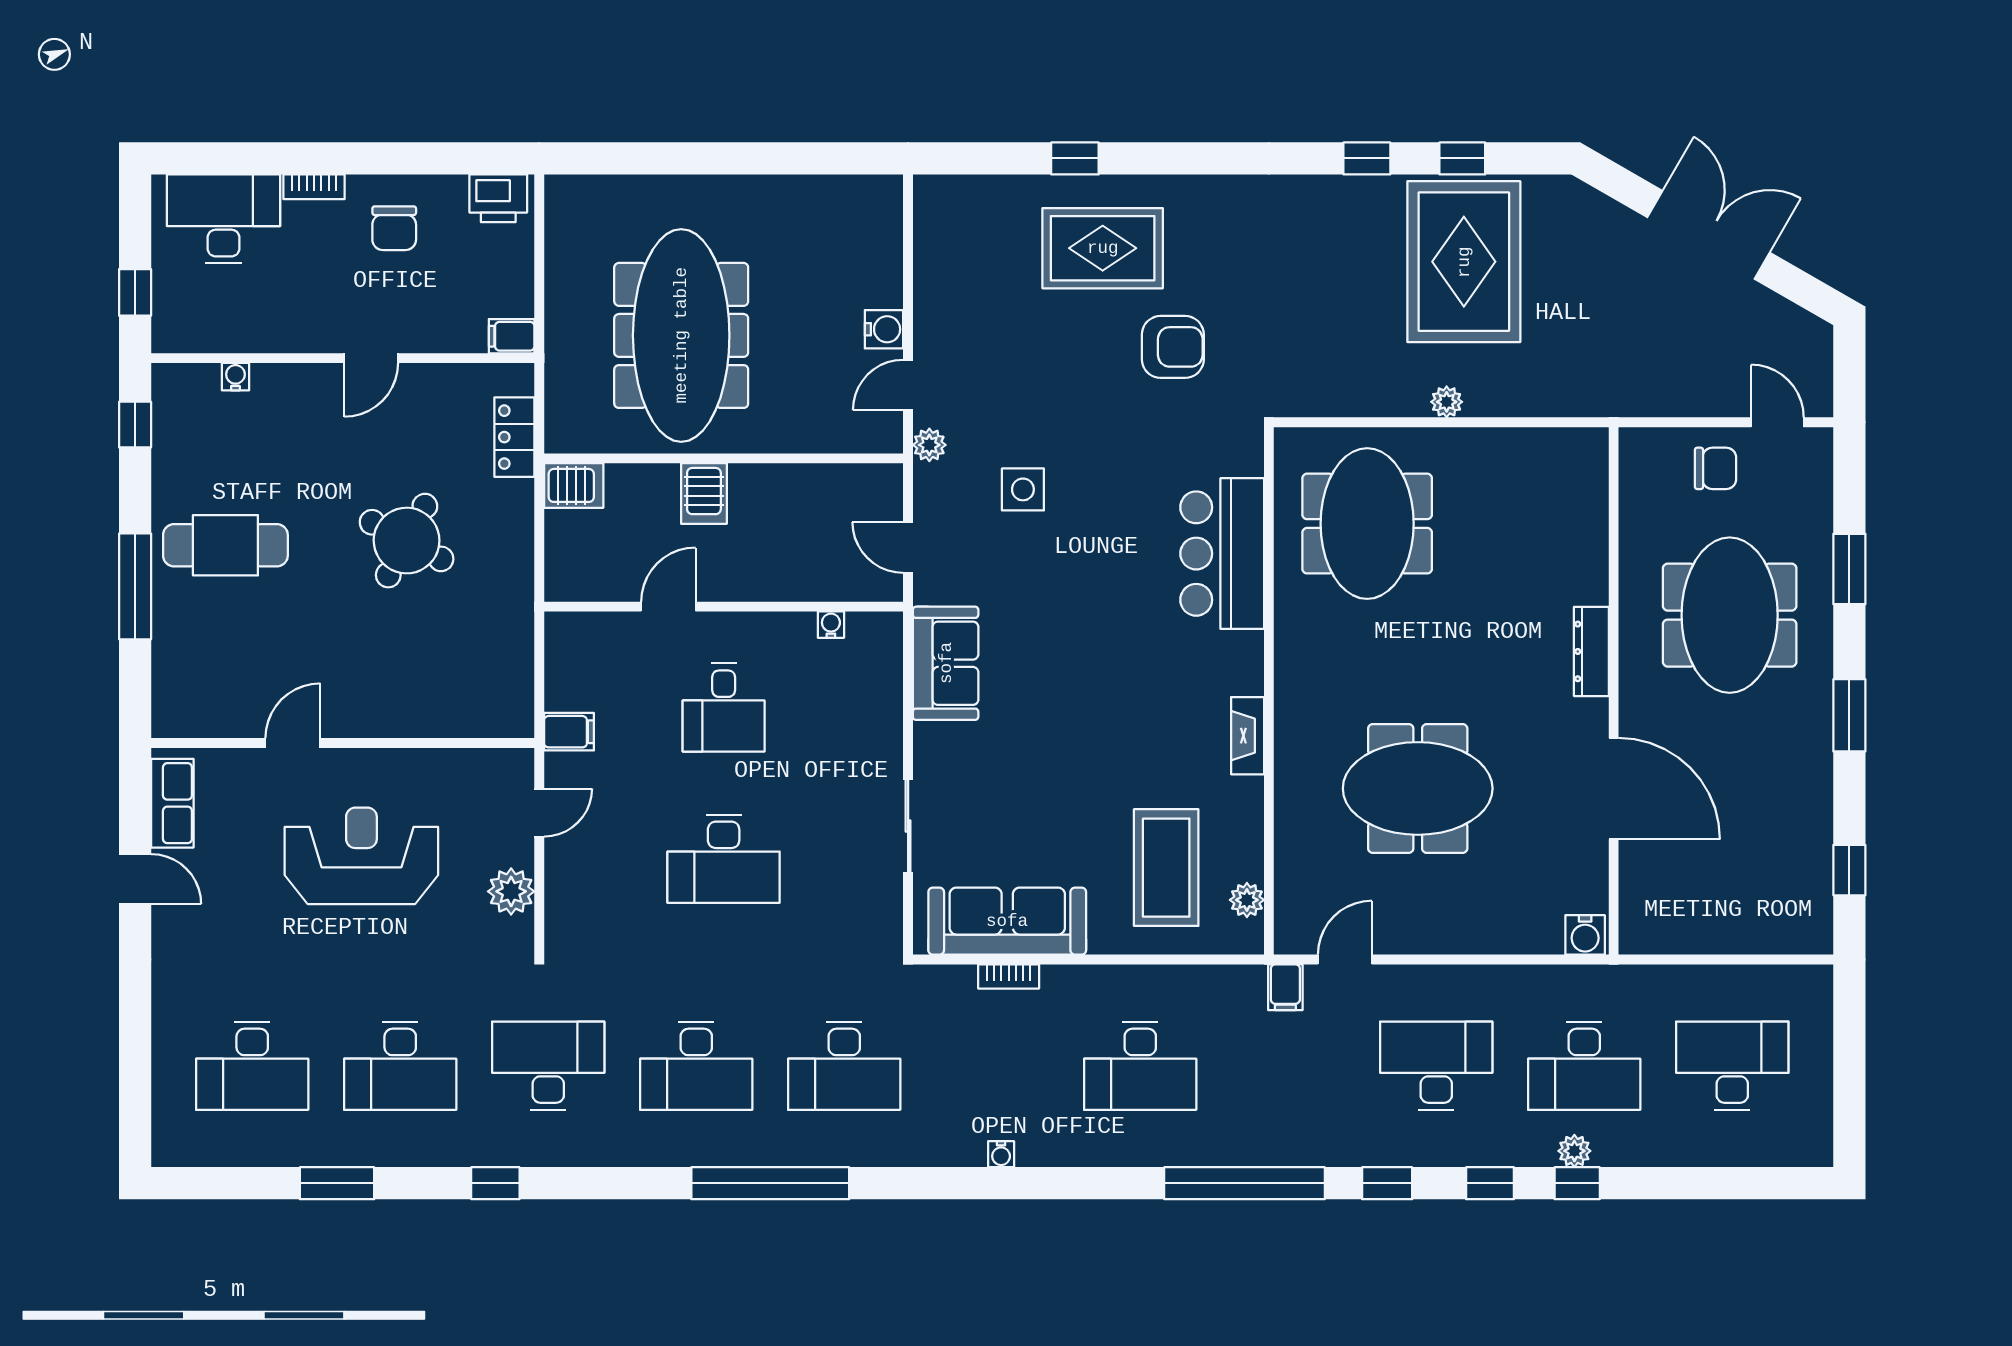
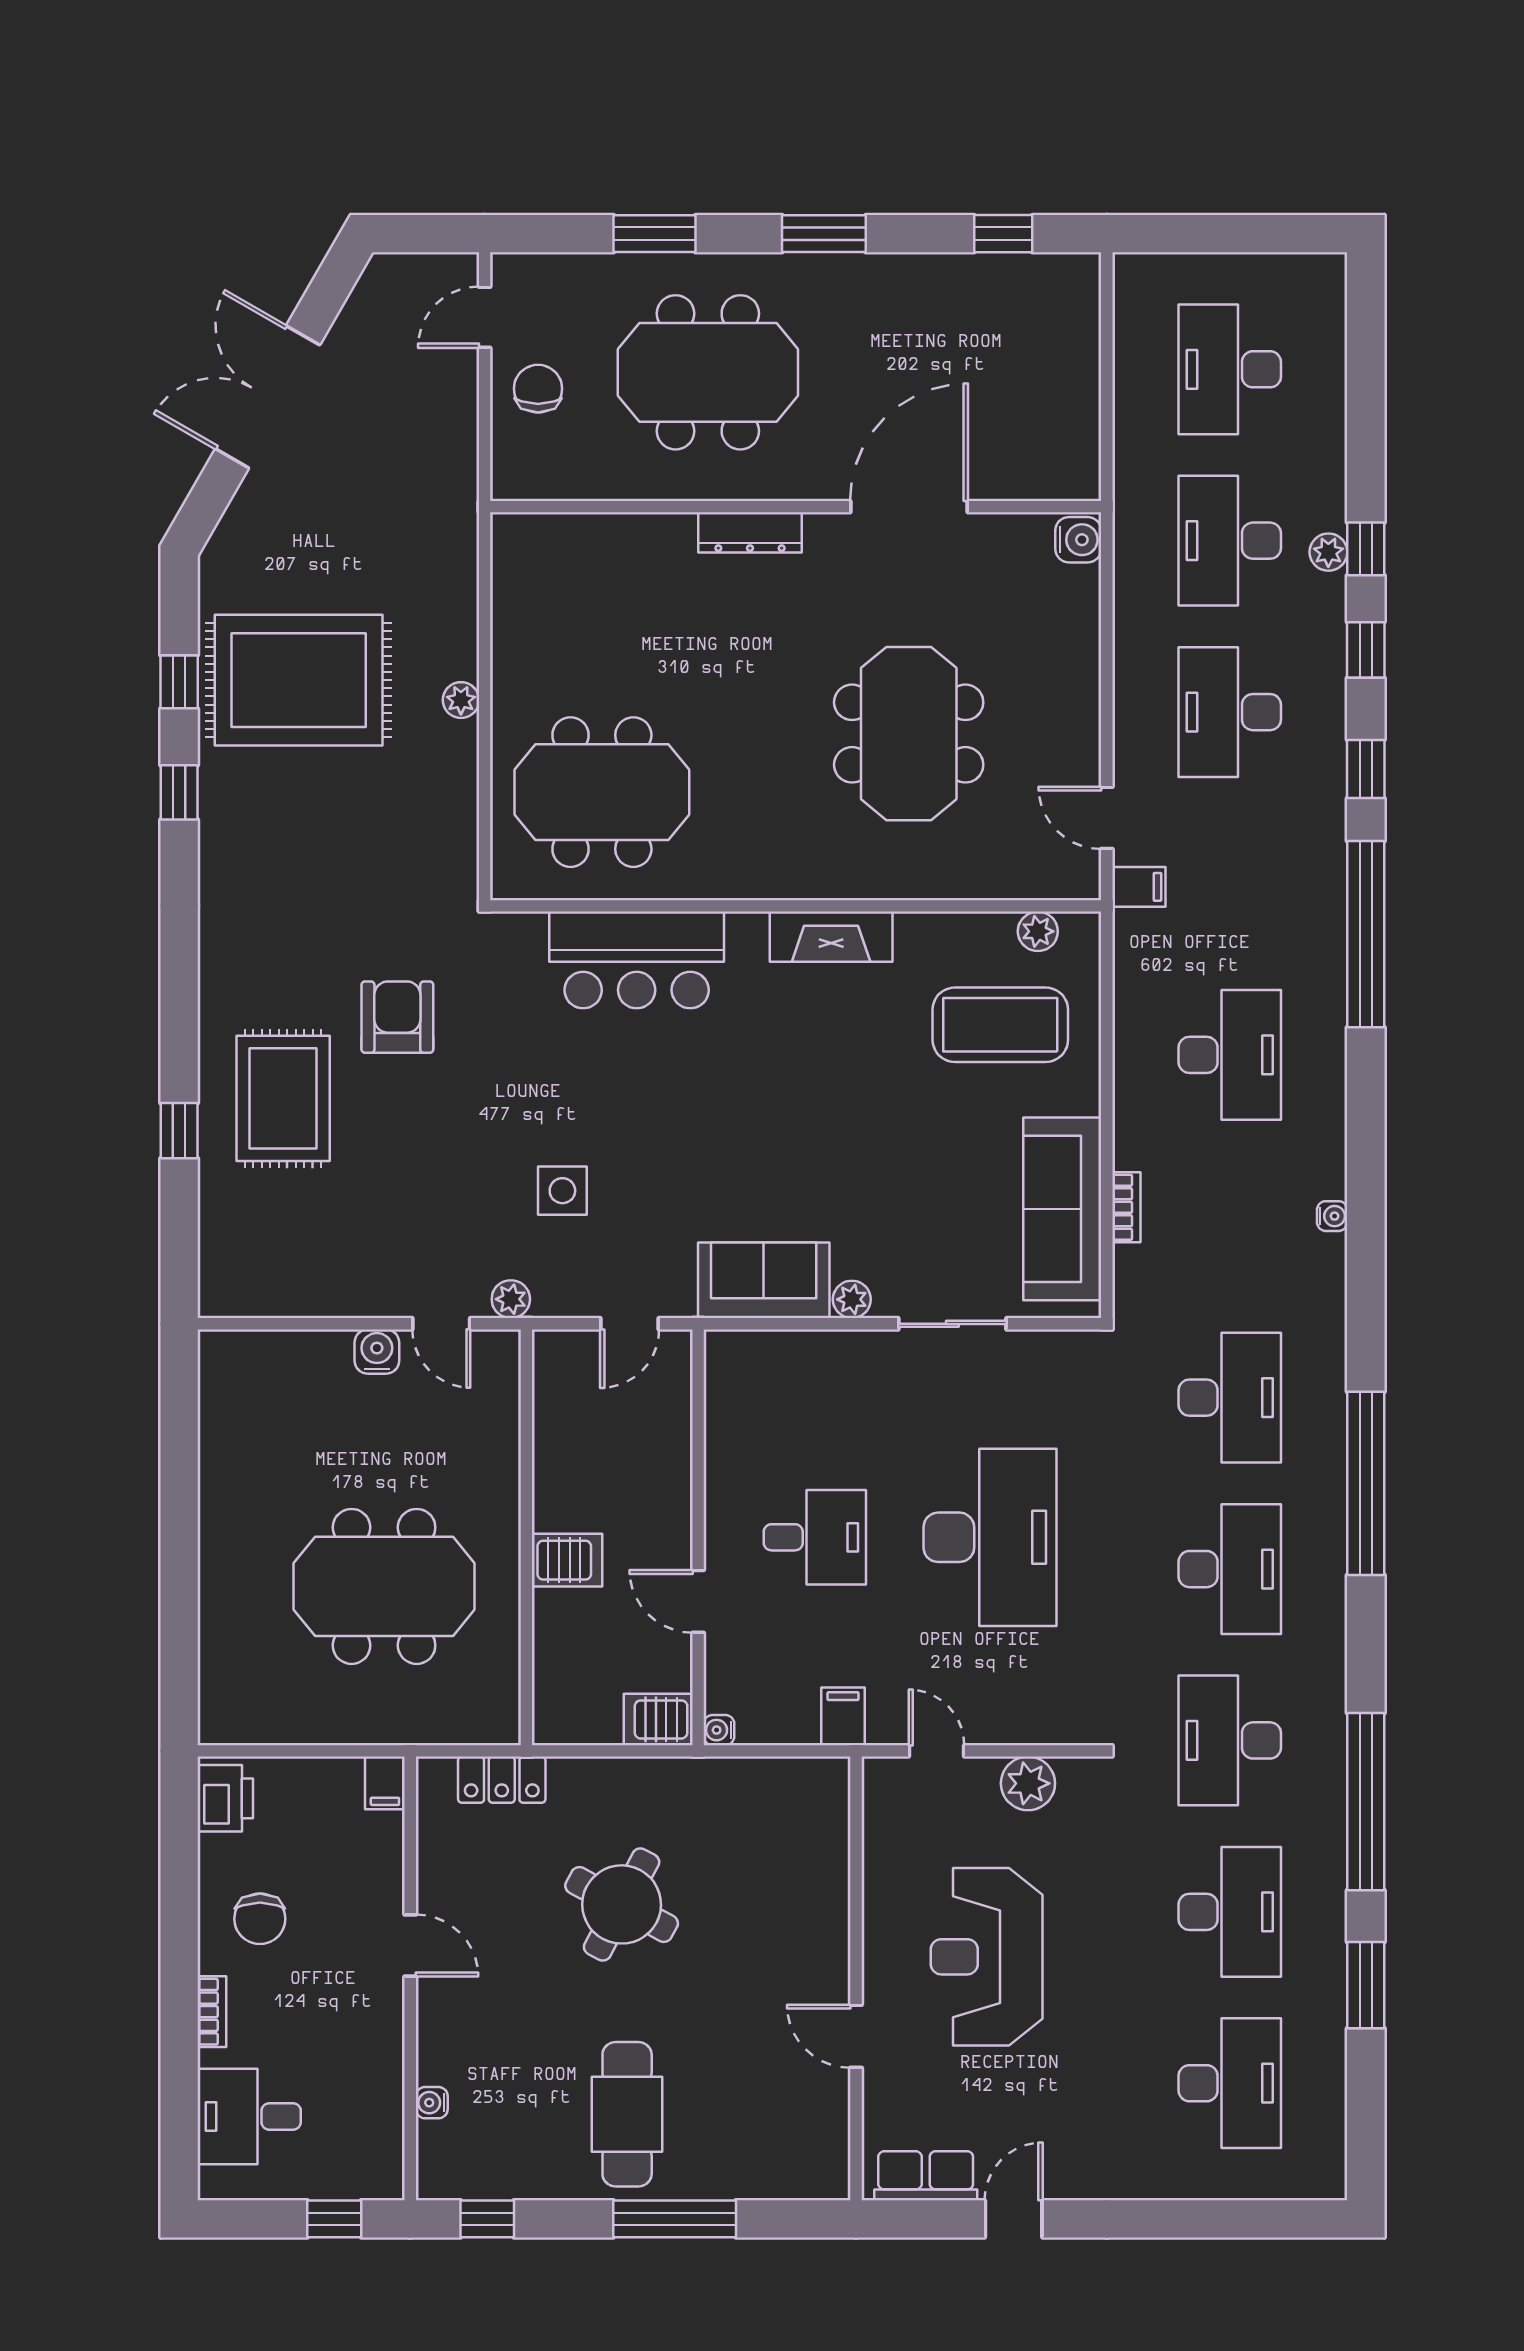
desk: (223, 219) -> (249, 2116), width x0.73
chair: (394, 228) -> (260, 1919), turned 90
meeting table: (681, 335) -> (384, 1586), width x0.73
server rack: (574, 485) -> (658, 1719), moved, turned -90
water cooler: (831, 625) -> (719, 1730), moved
fireplace: (1248, 736) -> (831, 937), width x1.37, depth x1.32
plant: (929, 739) -> (852, 1299), added
desk: (724, 859) -> (990, 1537), width x1.36, depth x1.30
desk: (1584, 1066) -> (1230, 541), turned 180
window: (495, 1183) -> (1366, 1802), width x3.17

